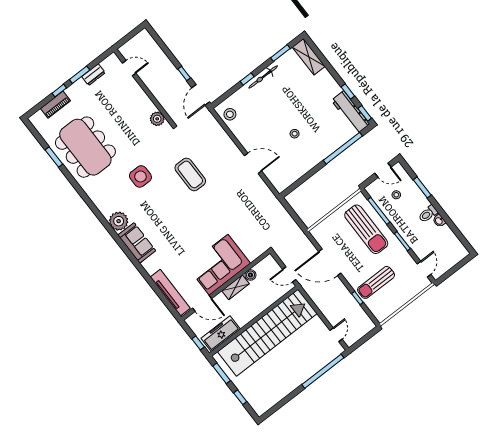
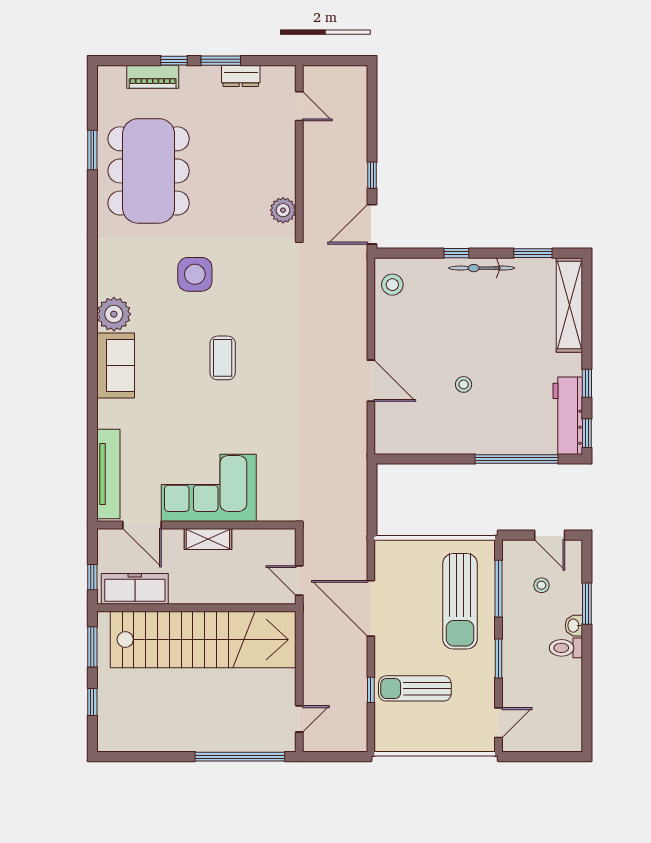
shelving: (309, 57) -> (569, 305), width x1.47
coffee table: (190, 174) -> (223, 358), moved, width x0.73, depth x0.76
washbasin: (439, 221) -> (574, 626), moved
boiler: (250, 275) -> (243, 538), removed

